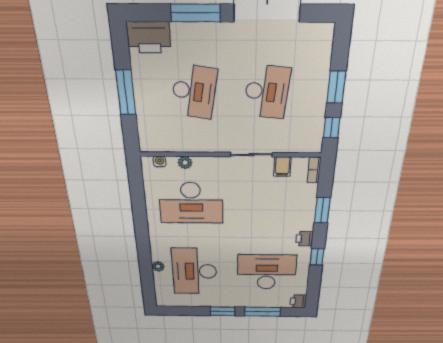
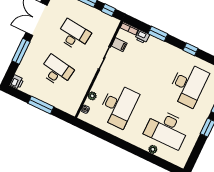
printer: (149, 37) -> (17, 82), width x0.53, depth x0.68
printer: (304, 239) -> (142, 37), moved
desk: (267, 272) -> (188, 85), turned 180

